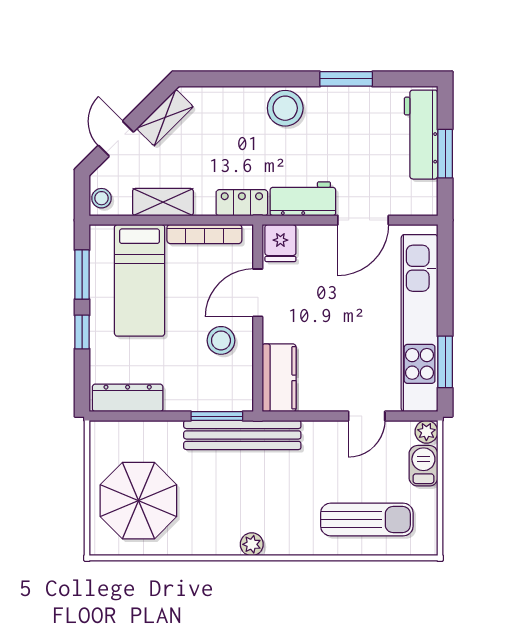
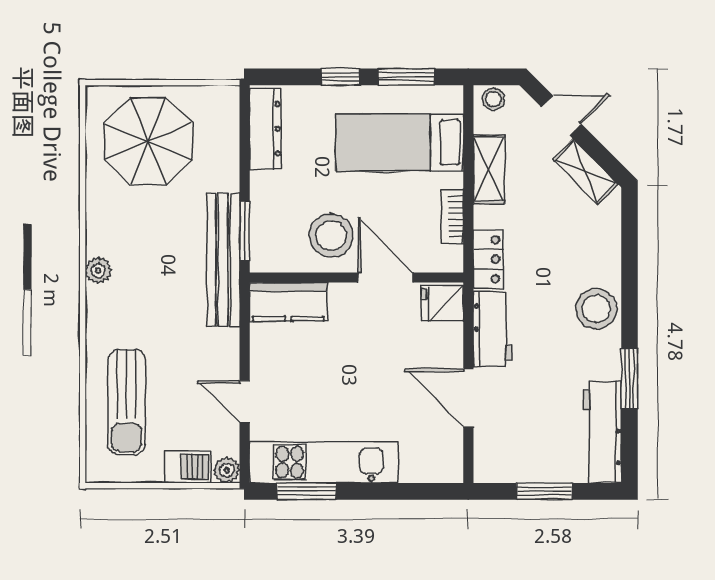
workbench: (421, 135) -> (602, 432), moved, turned -90
bookcase: (204, 234) -> (452, 217), width x0.64
kitchen unit: (420, 323) -> (324, 462), width x0.73
stool: (221, 340) -> (331, 235), width x1.38, depth x1.38

